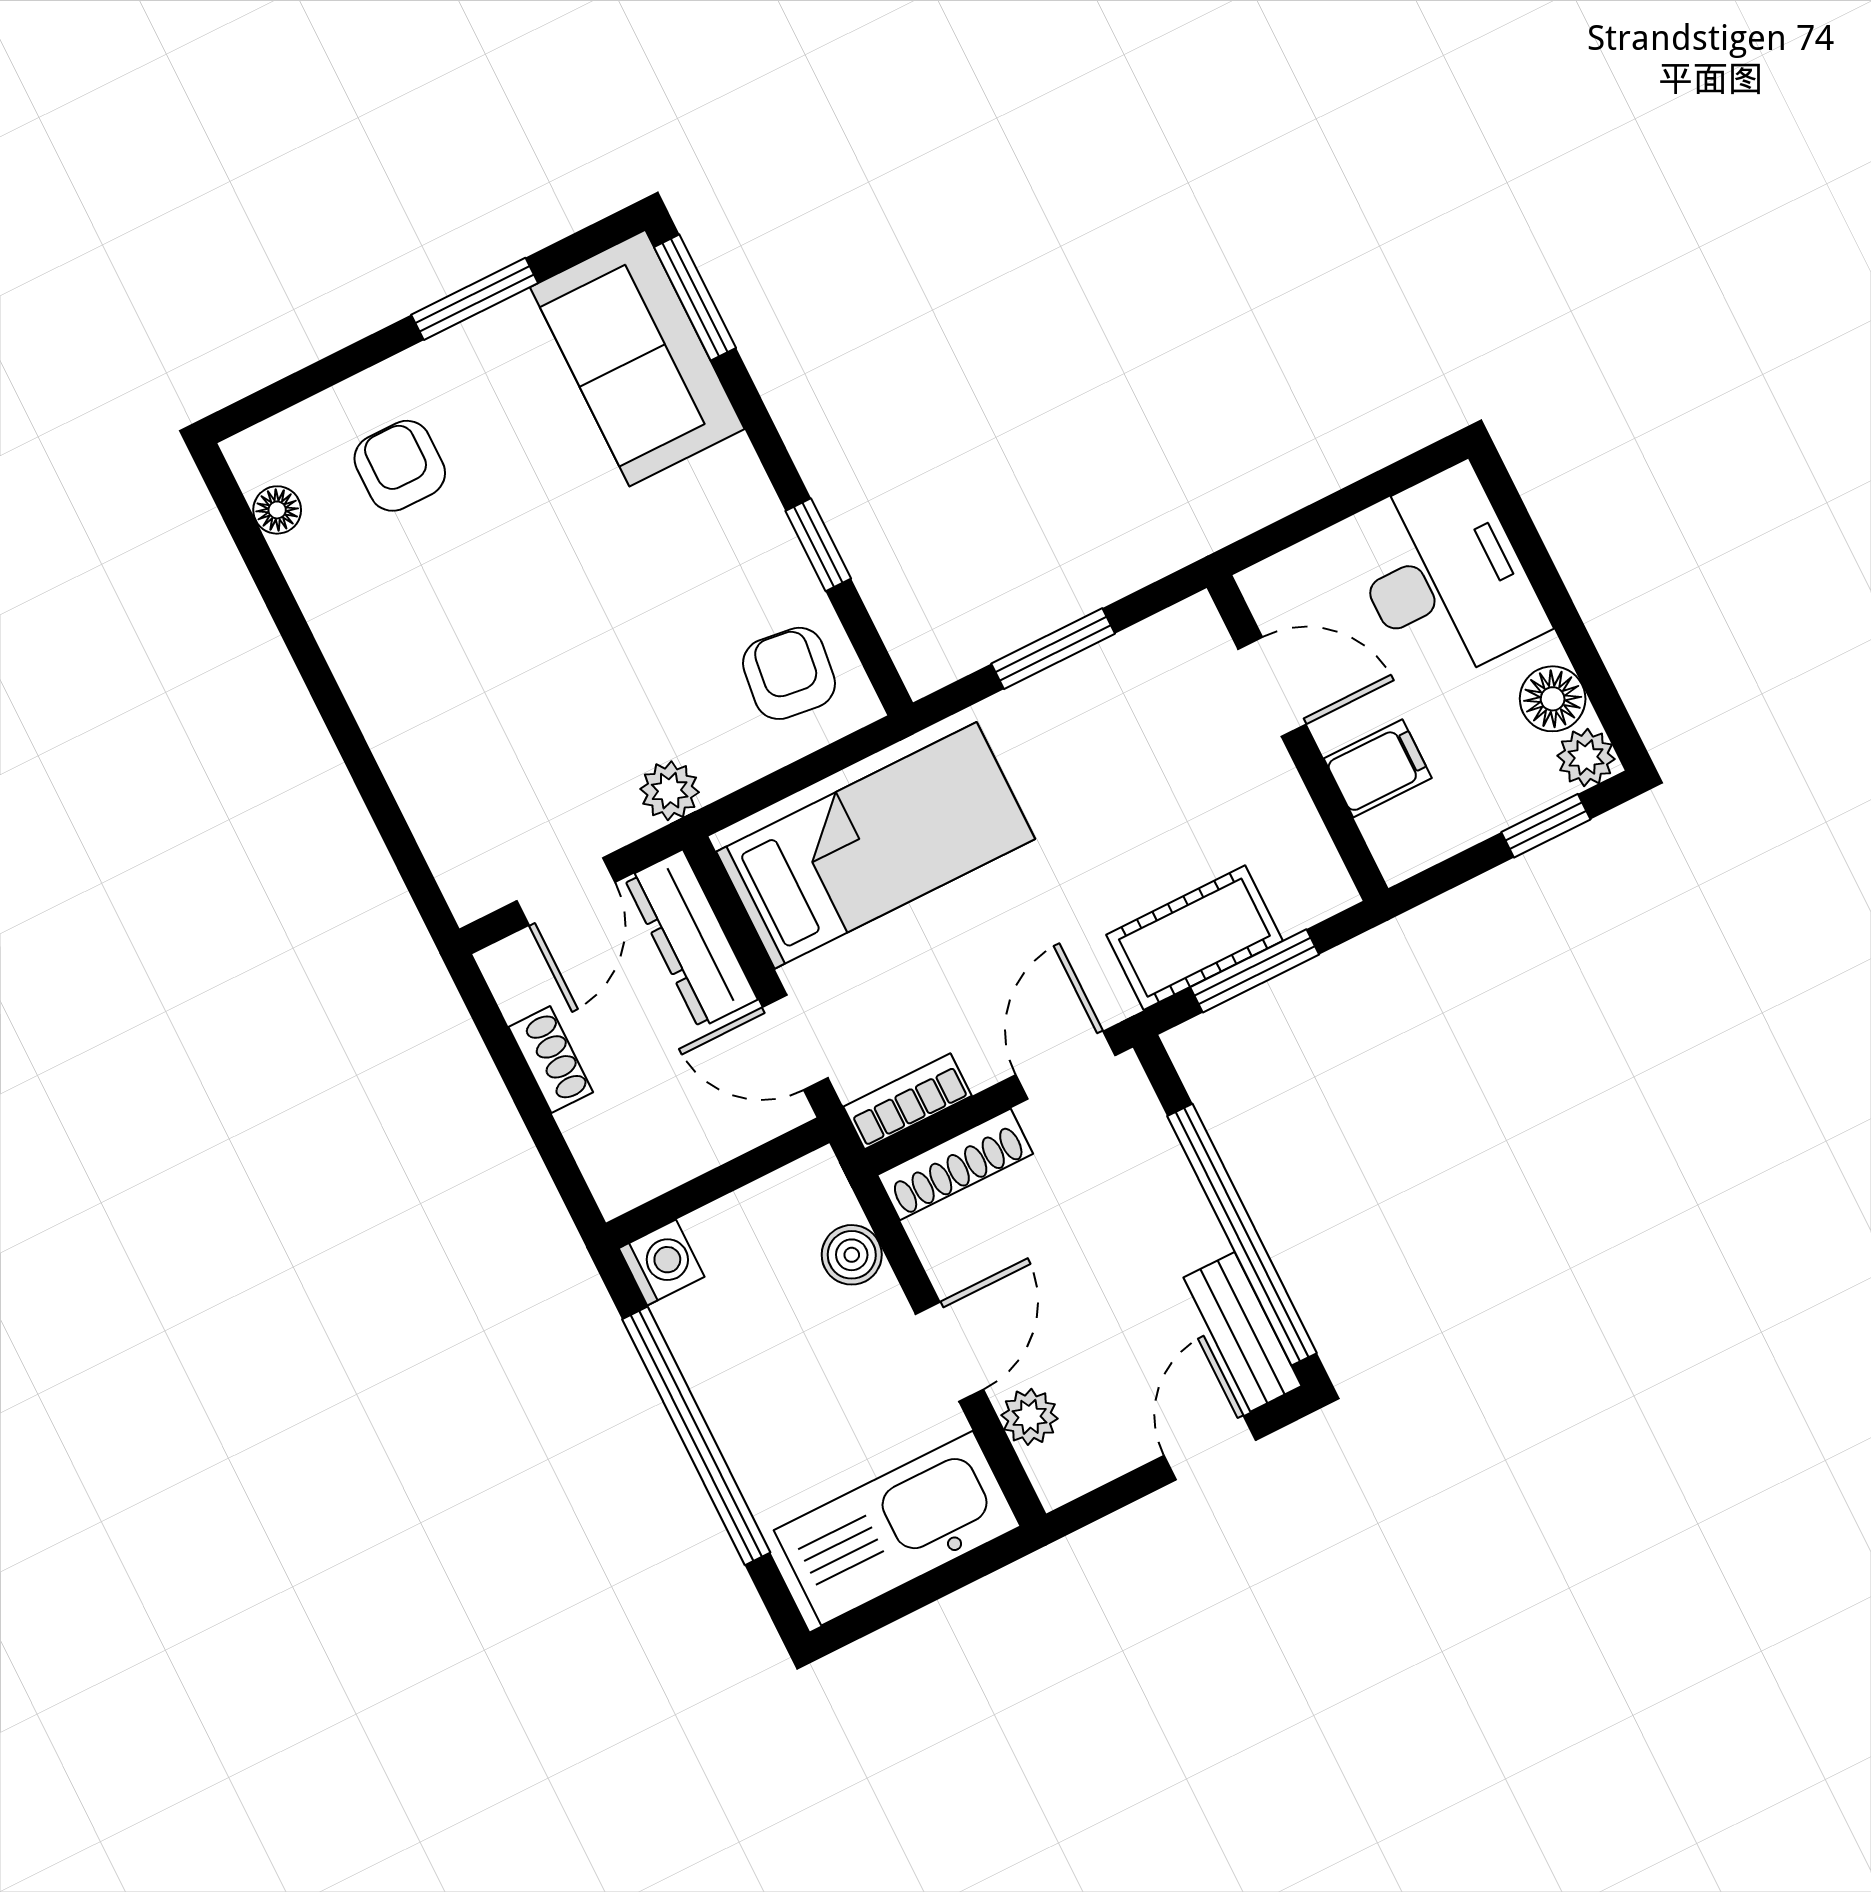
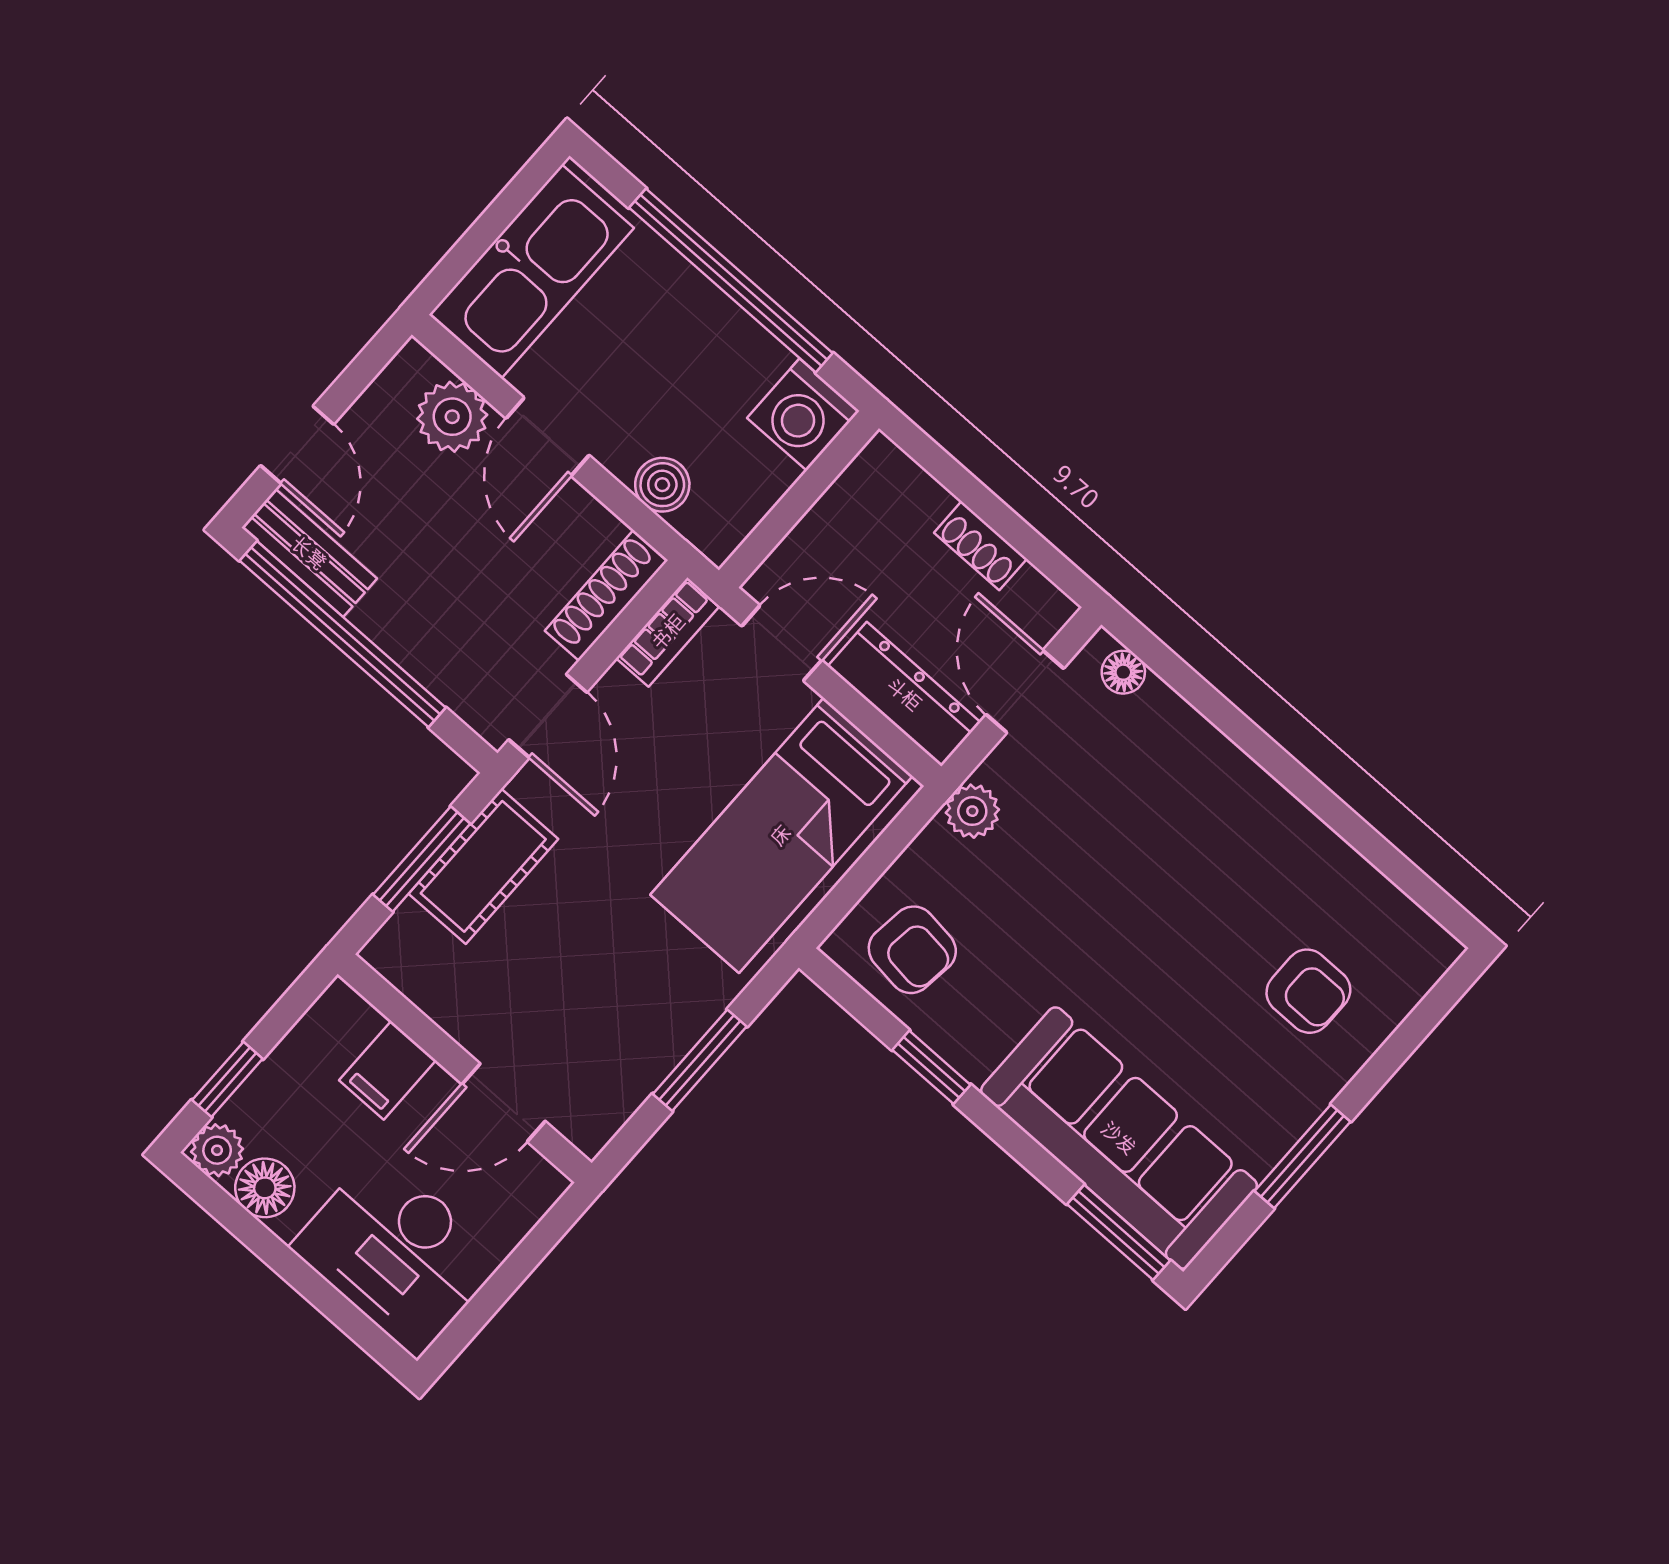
sofa: (637, 358) -> (1119, 1138), width x1.36
floor lamp: (277, 510) -> (1123, 672), moved
washing machine: (662, 1263) -> (803, 415), width x1.38, depth x1.38
plant: (1030, 1417) -> (452, 417), width x1.38, depth x1.38

